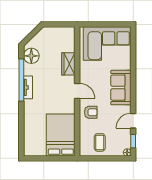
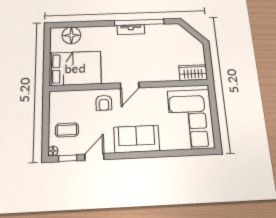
floor lamp: (31, 56) -> (71, 35), moved
wardrobe: (68, 64) -> (193, 73), moved
door: (133, 121) -> (94, 157), hinge flipped
coffee table: (100, 142) -> (67, 130), moved

